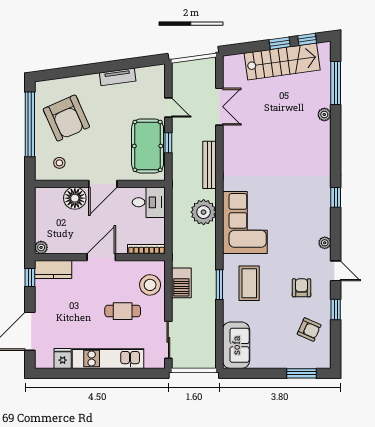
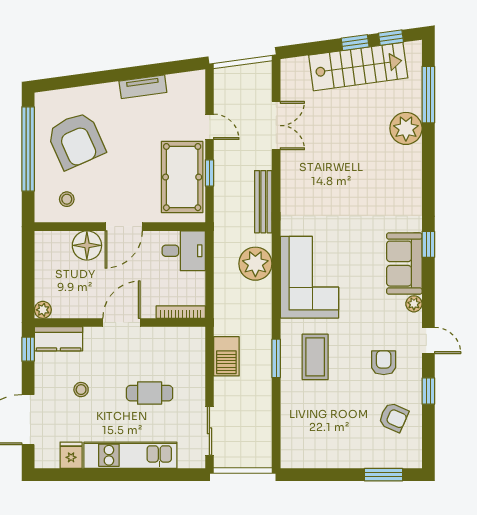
plant: (324, 114) -> (406, 128), width x1.88, depth x1.88
stool: (150, 285) -> (81, 390), moved, width x0.53, depth x0.53
sofa: (236, 345) -> (404, 264), moved, turned 180

